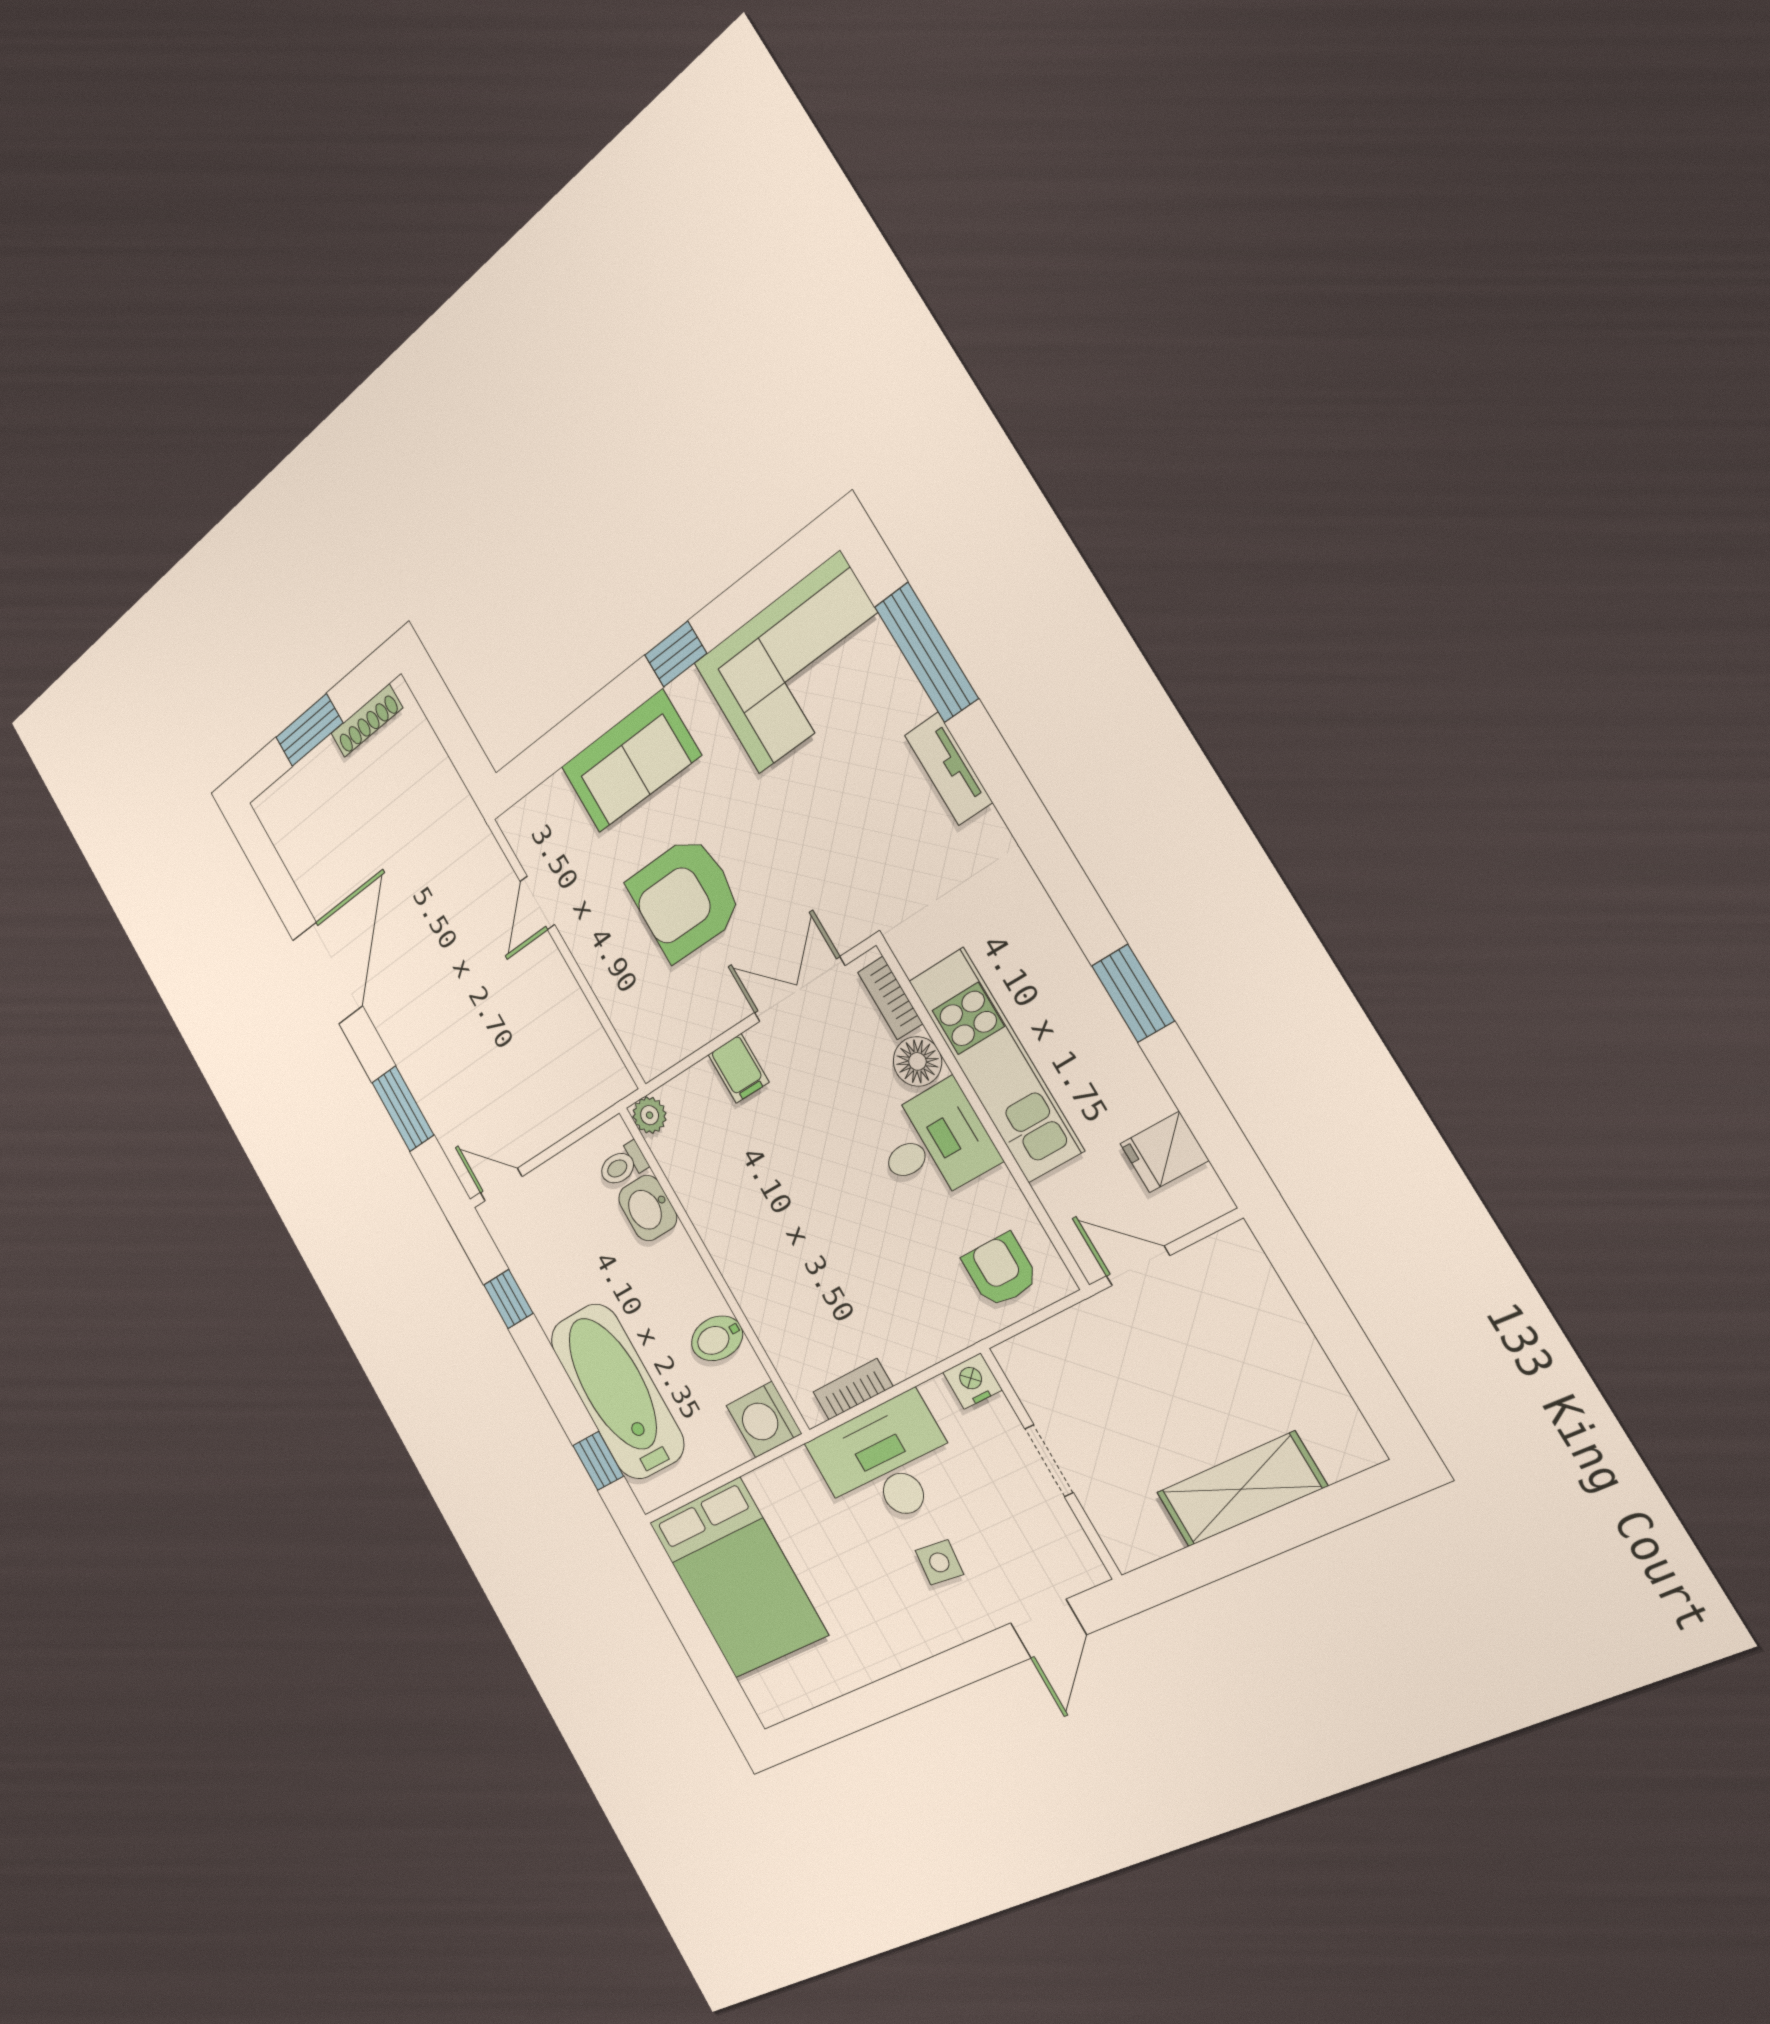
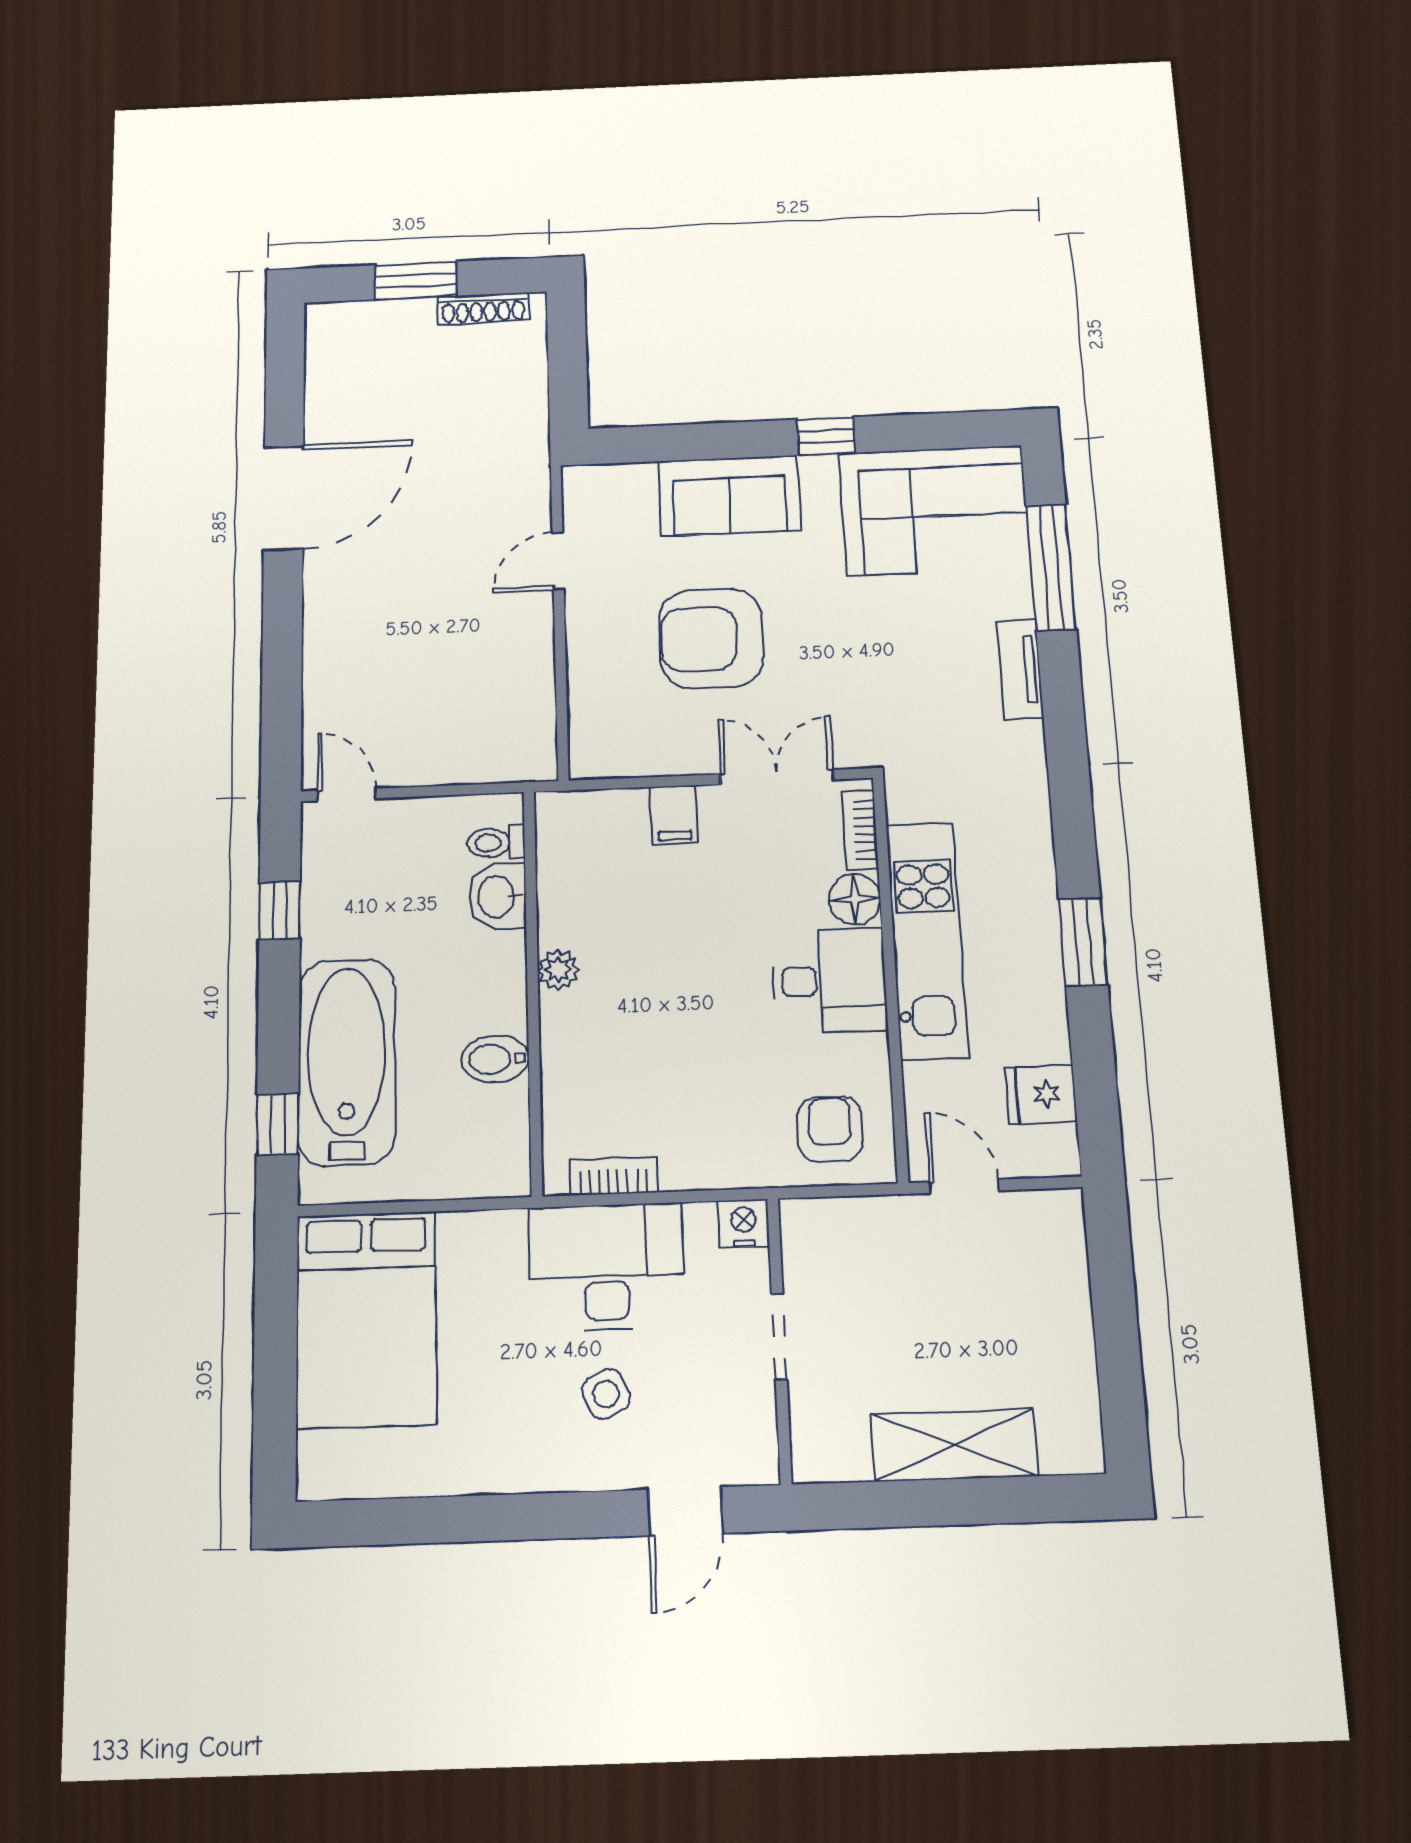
window: (403, 1109) -> (282, 667), removed
plant: (650, 1115) -> (558, 970), moved
washing machine: (764, 1420) -> (498, 1164), removed
side table: (939, 1562) -> (606, 1394), turned -32

